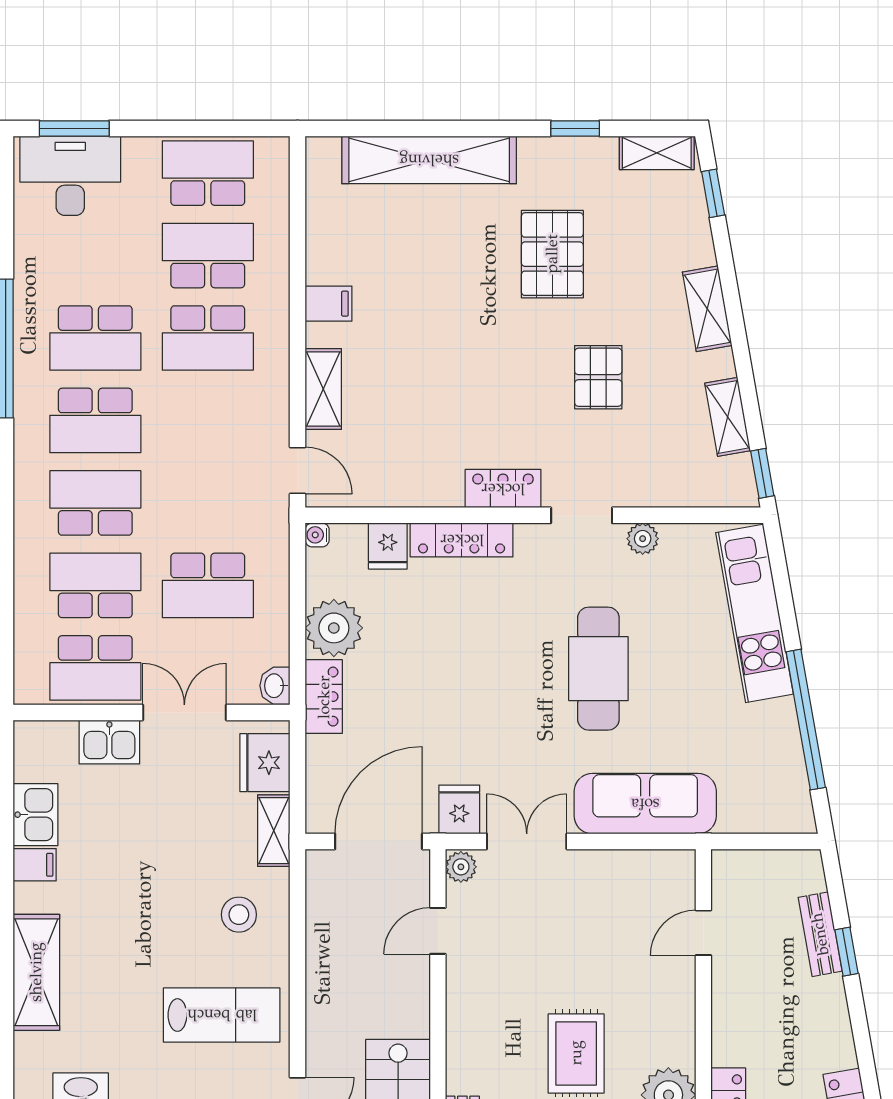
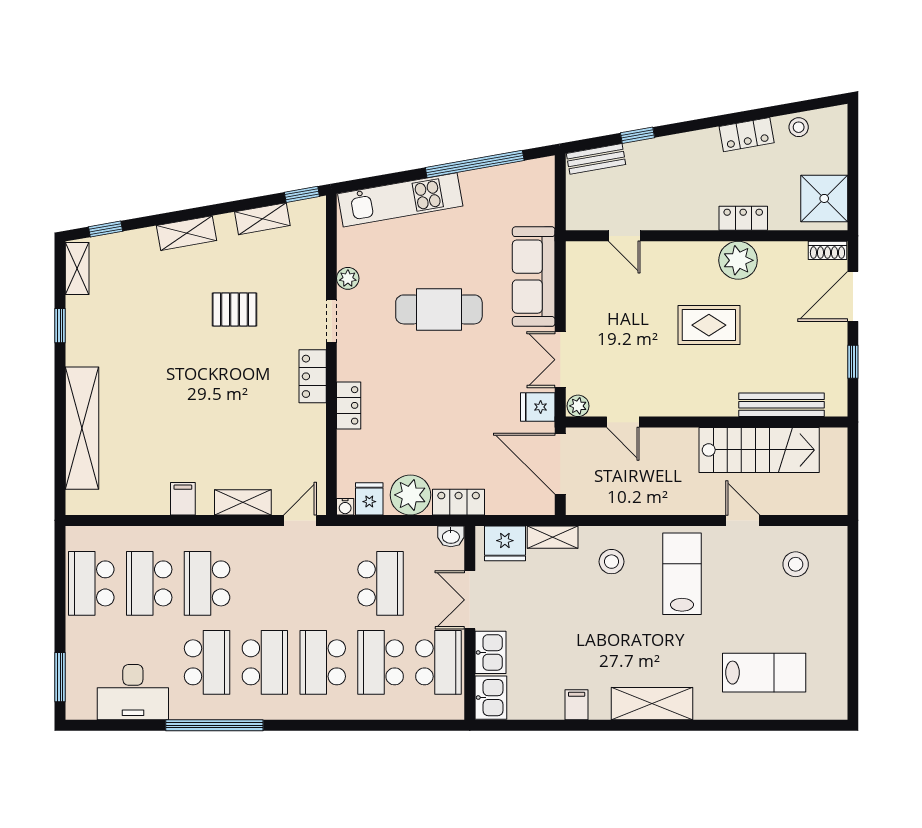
desk: (70, 176) -> (133, 692), moved, turned -90
pallet: (552, 254) -> (148, 342), removed
school desk: (208, 338) -> (207, 583), turned 180
locker: (462, 540) -> (349, 405), width x0.66
fridge: (388, 546) -> (369, 499), moved, turned -90
kitchen sink: (36, 815) -> (491, 698), moved, turned 90
bench: (820, 934) -> (596, 159), moved

